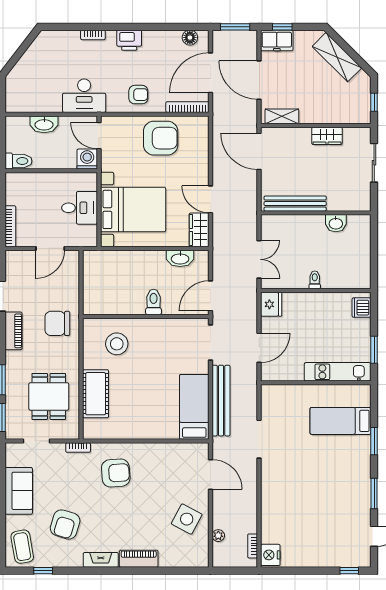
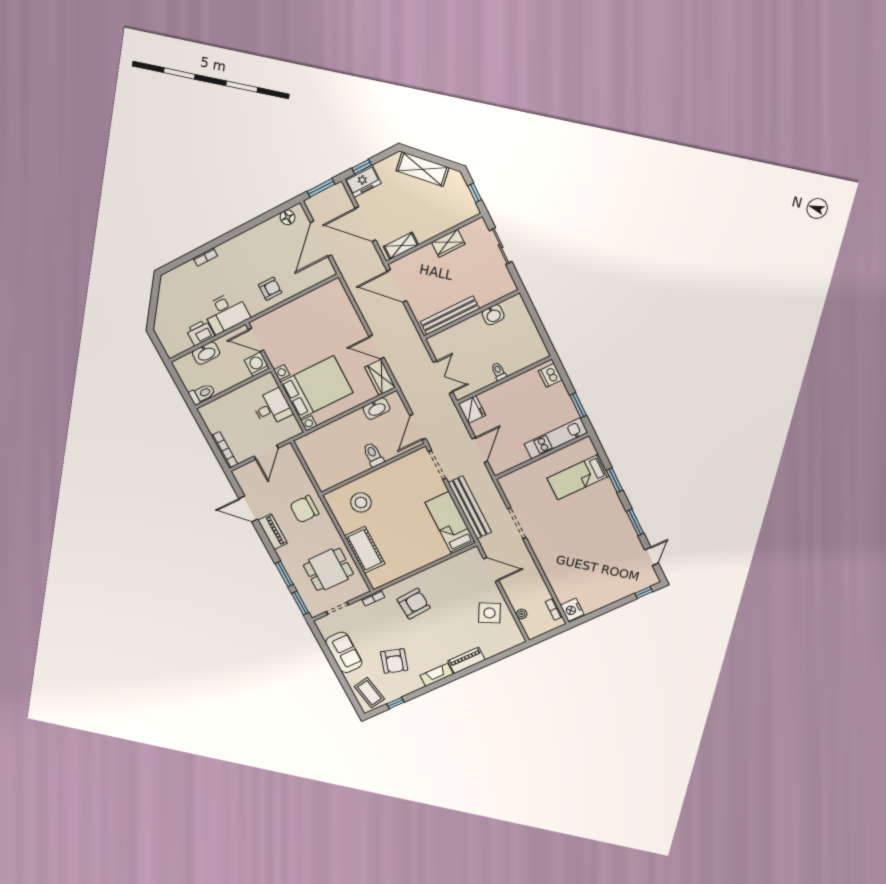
printer: (129, 40) -> (200, 333), moved, turned 180
bookcase: (187, 107) -> (317, 278), removed
armchair: (161, 138) -> (308, 316), removed
dining table: (49, 396) -> (328, 569), turned 90

